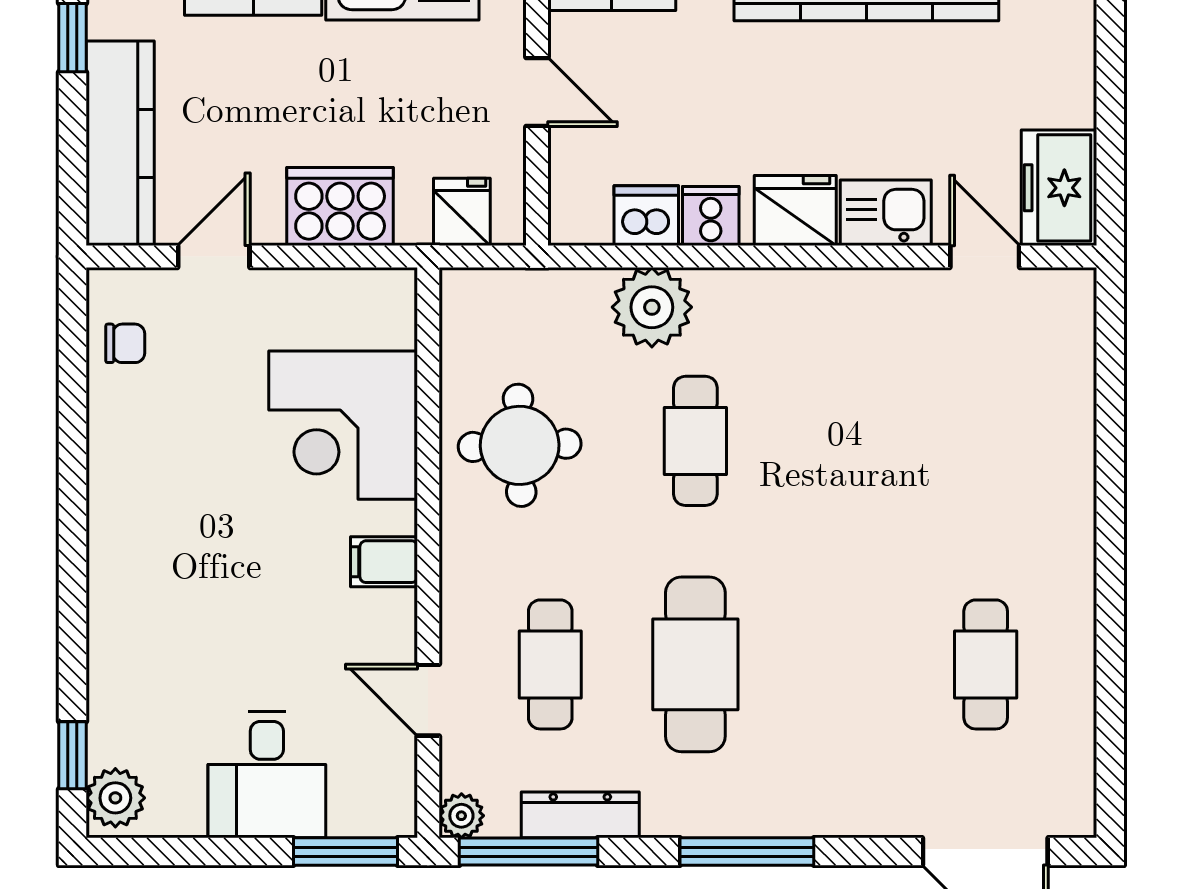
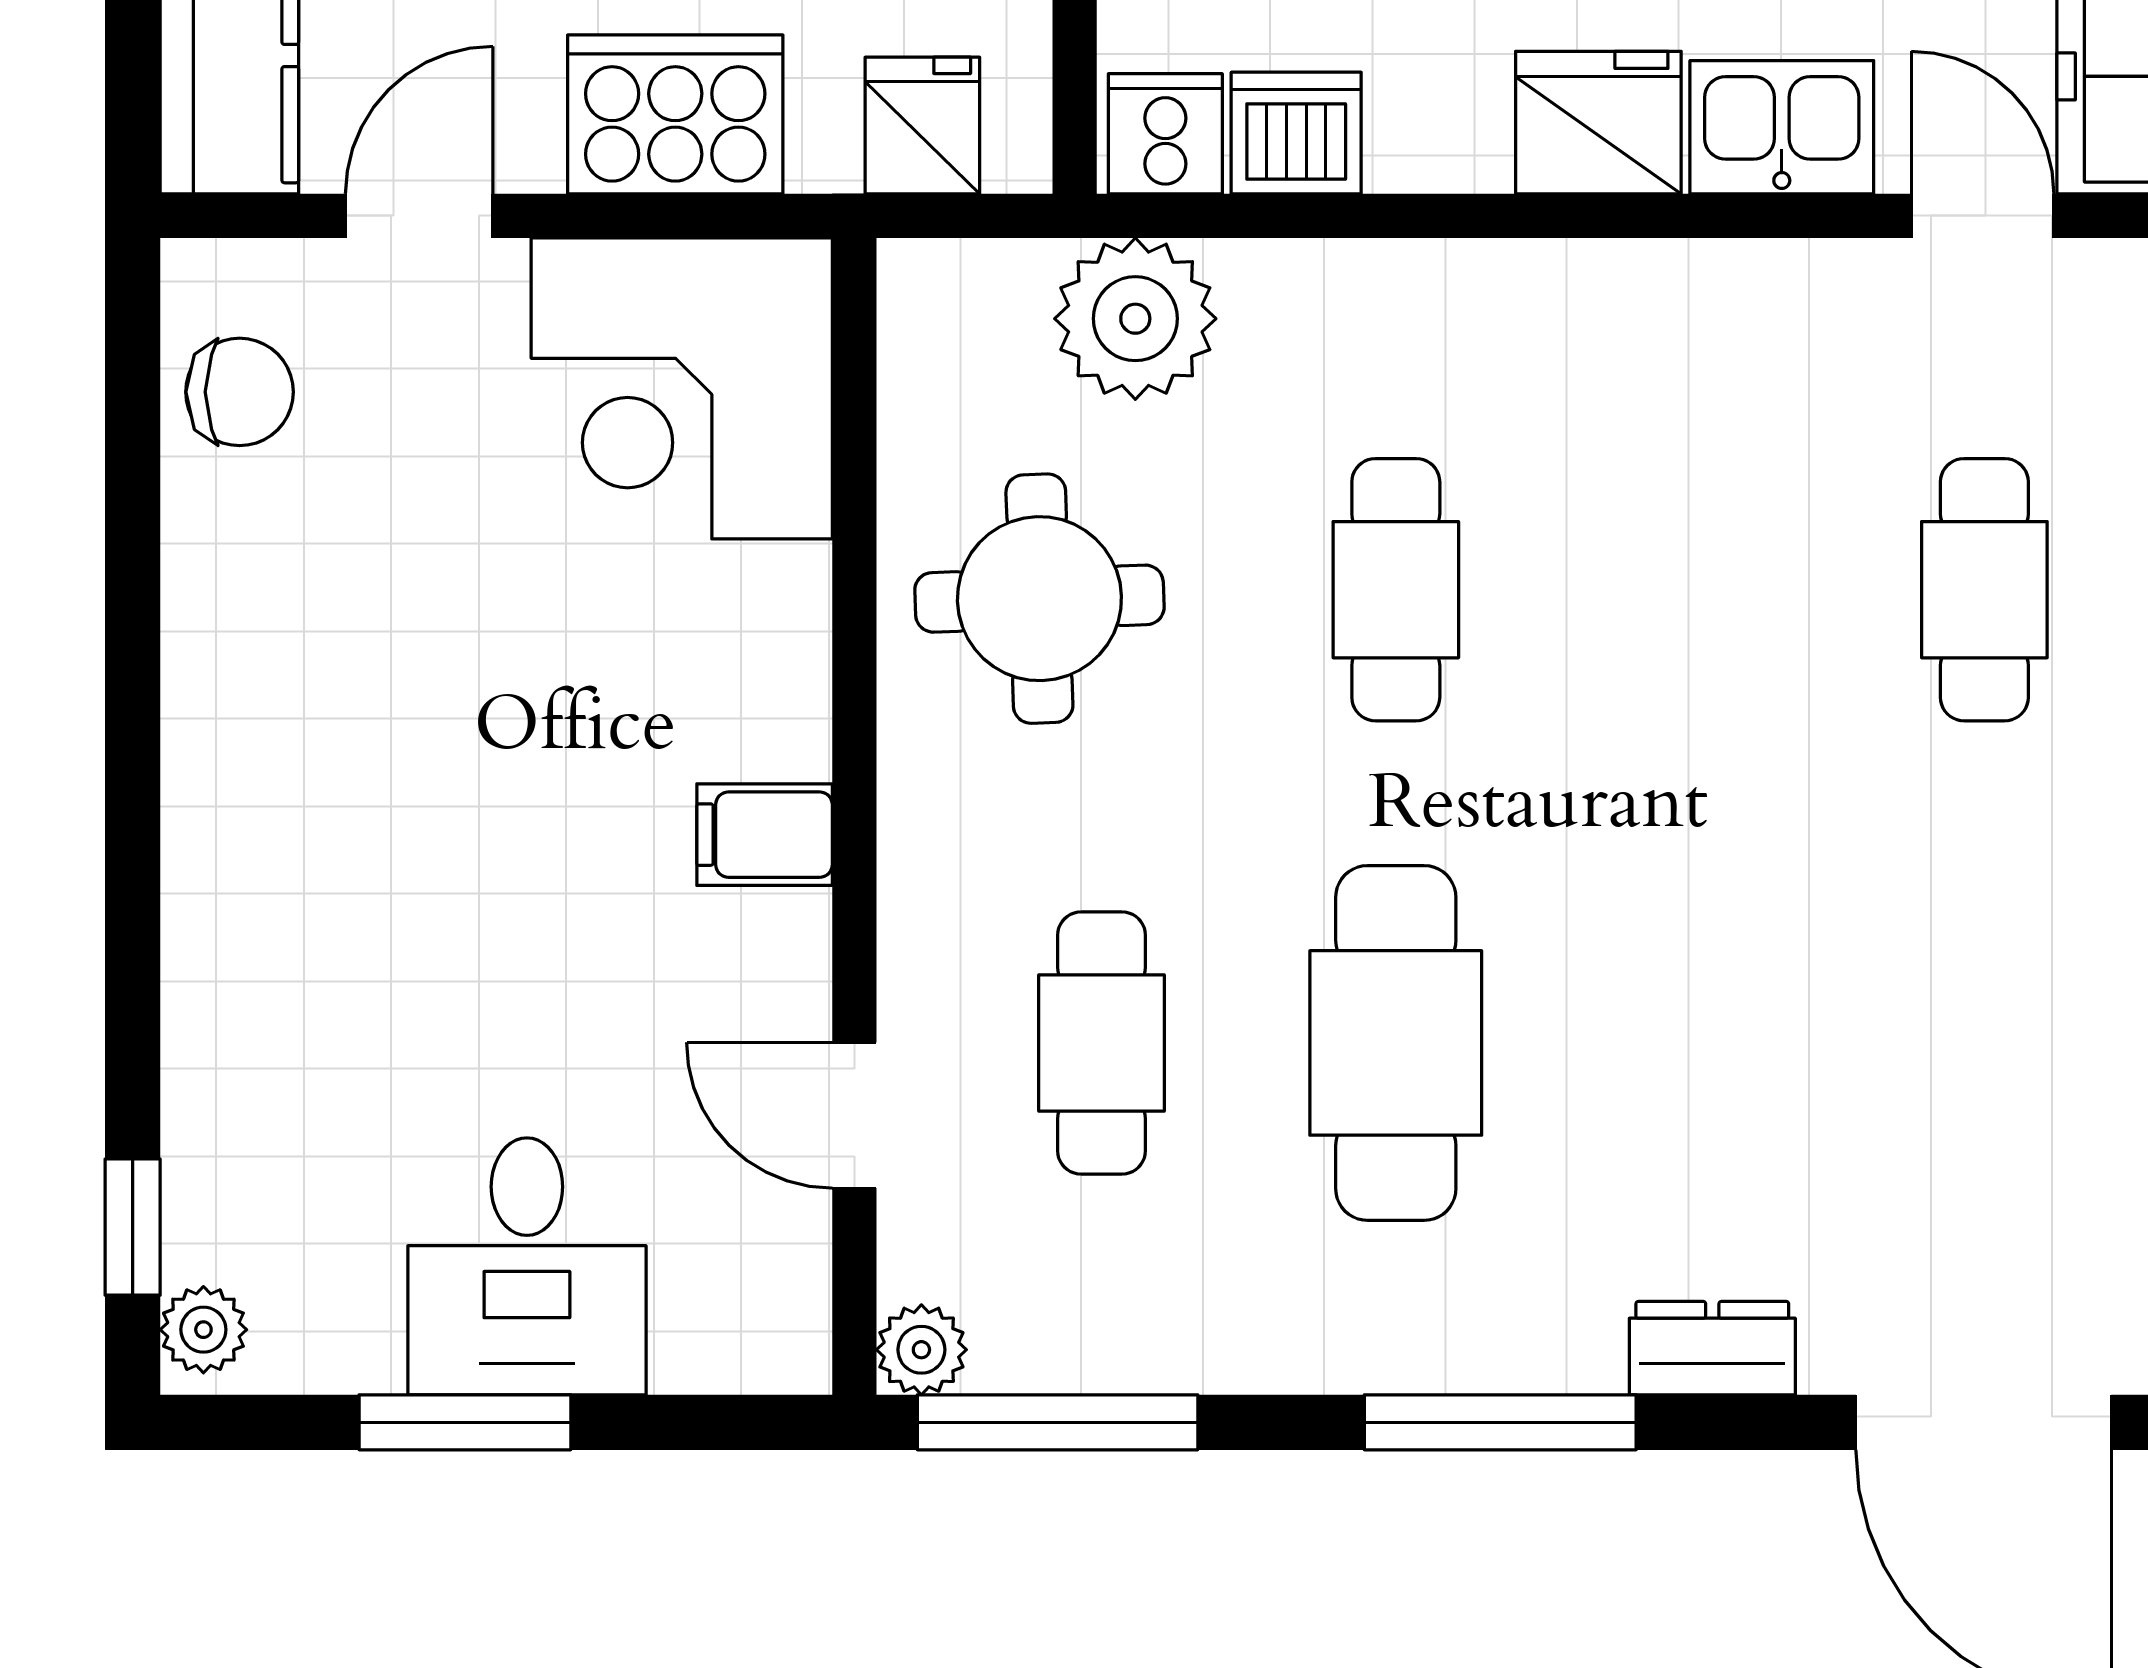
cooker: (711, 216) -> (1165, 134), moved
plant: (652, 307) -> (1135, 319), moved
chair: (125, 343) -> (240, 392), width x1.37, depth x1.37
corner desk: (343, 425) -> (682, 388), moved
cafe table: (986, 664) -> (1984, 590), moved
plant: (115, 798) -> (203, 1330), width x0.73, depth x0.73
dresser: (580, 815) -> (1712, 1348), moved, width x0.70
window: (346, 852) -> (465, 1422), moved

